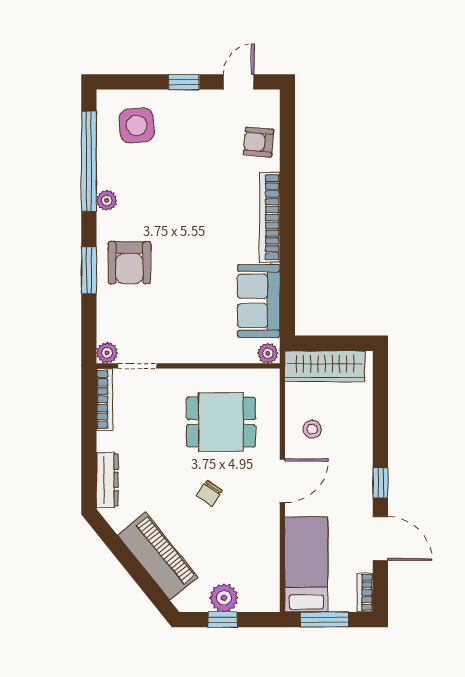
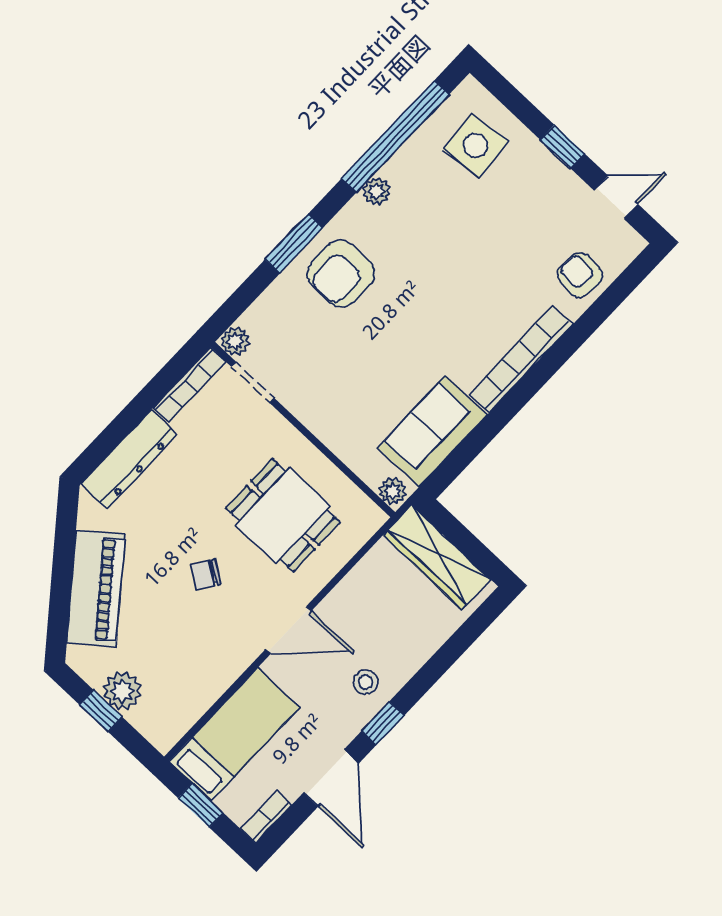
stool: (312, 429) -> (365, 682), moved
dresser: (107, 480) -> (129, 459), width x1.37, depth x1.24
window: (324, 620) -> (201, 805), width x0.67

